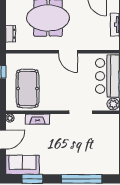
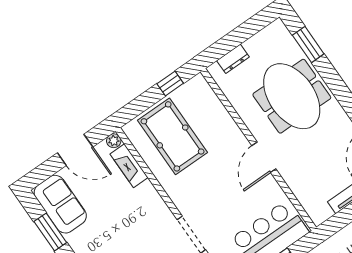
pool table: (28, 88) -> (173, 136), turned 90
fireplace: (37, 119) -> (129, 166), moved

